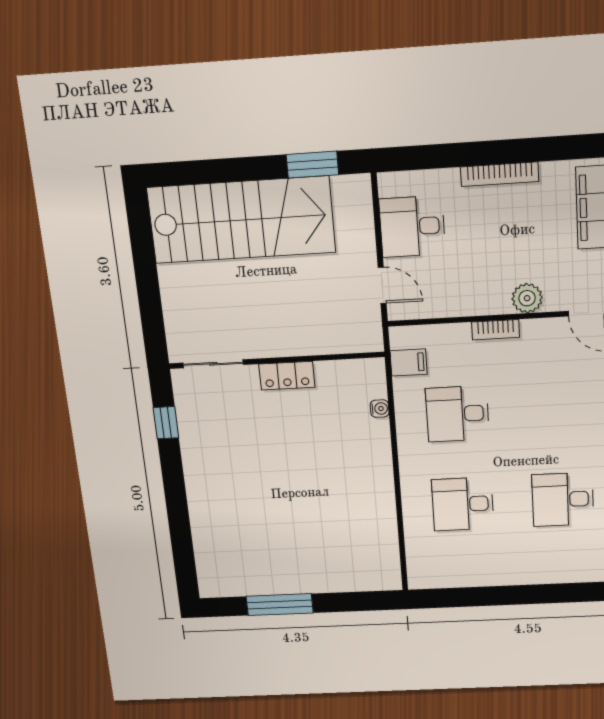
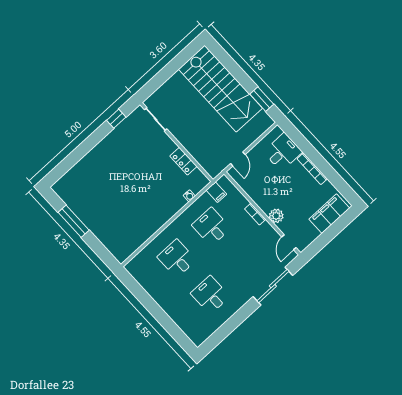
desk: (412, 227) -> (283, 152), moved, turned 90
locker: (287, 376) -> (183, 161), moved

